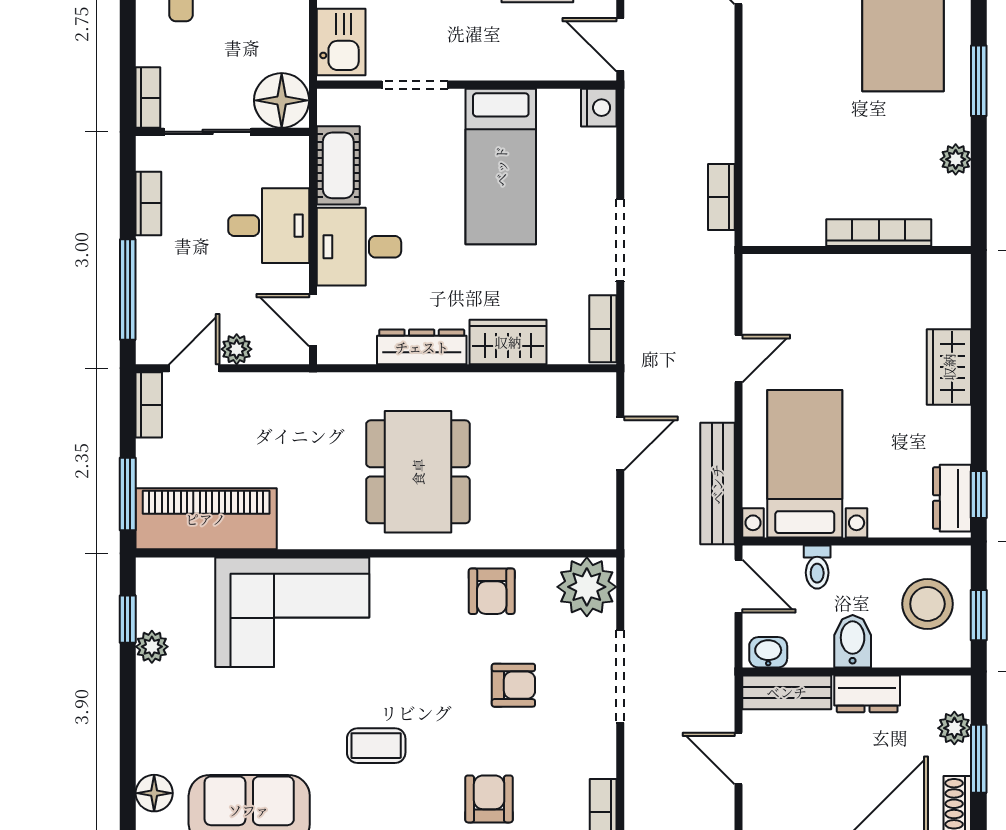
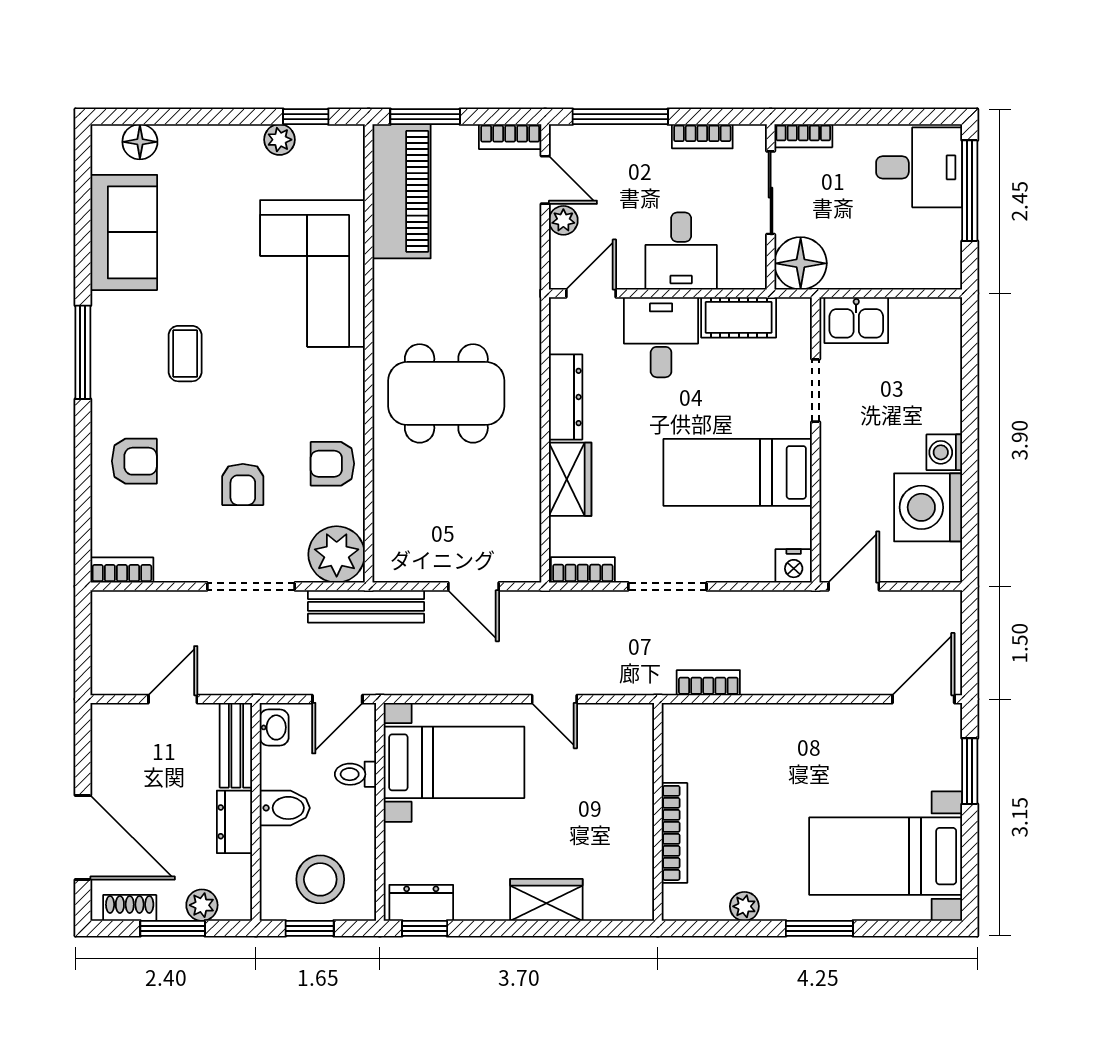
bench: (717, 484) -> (366, 606), moved

